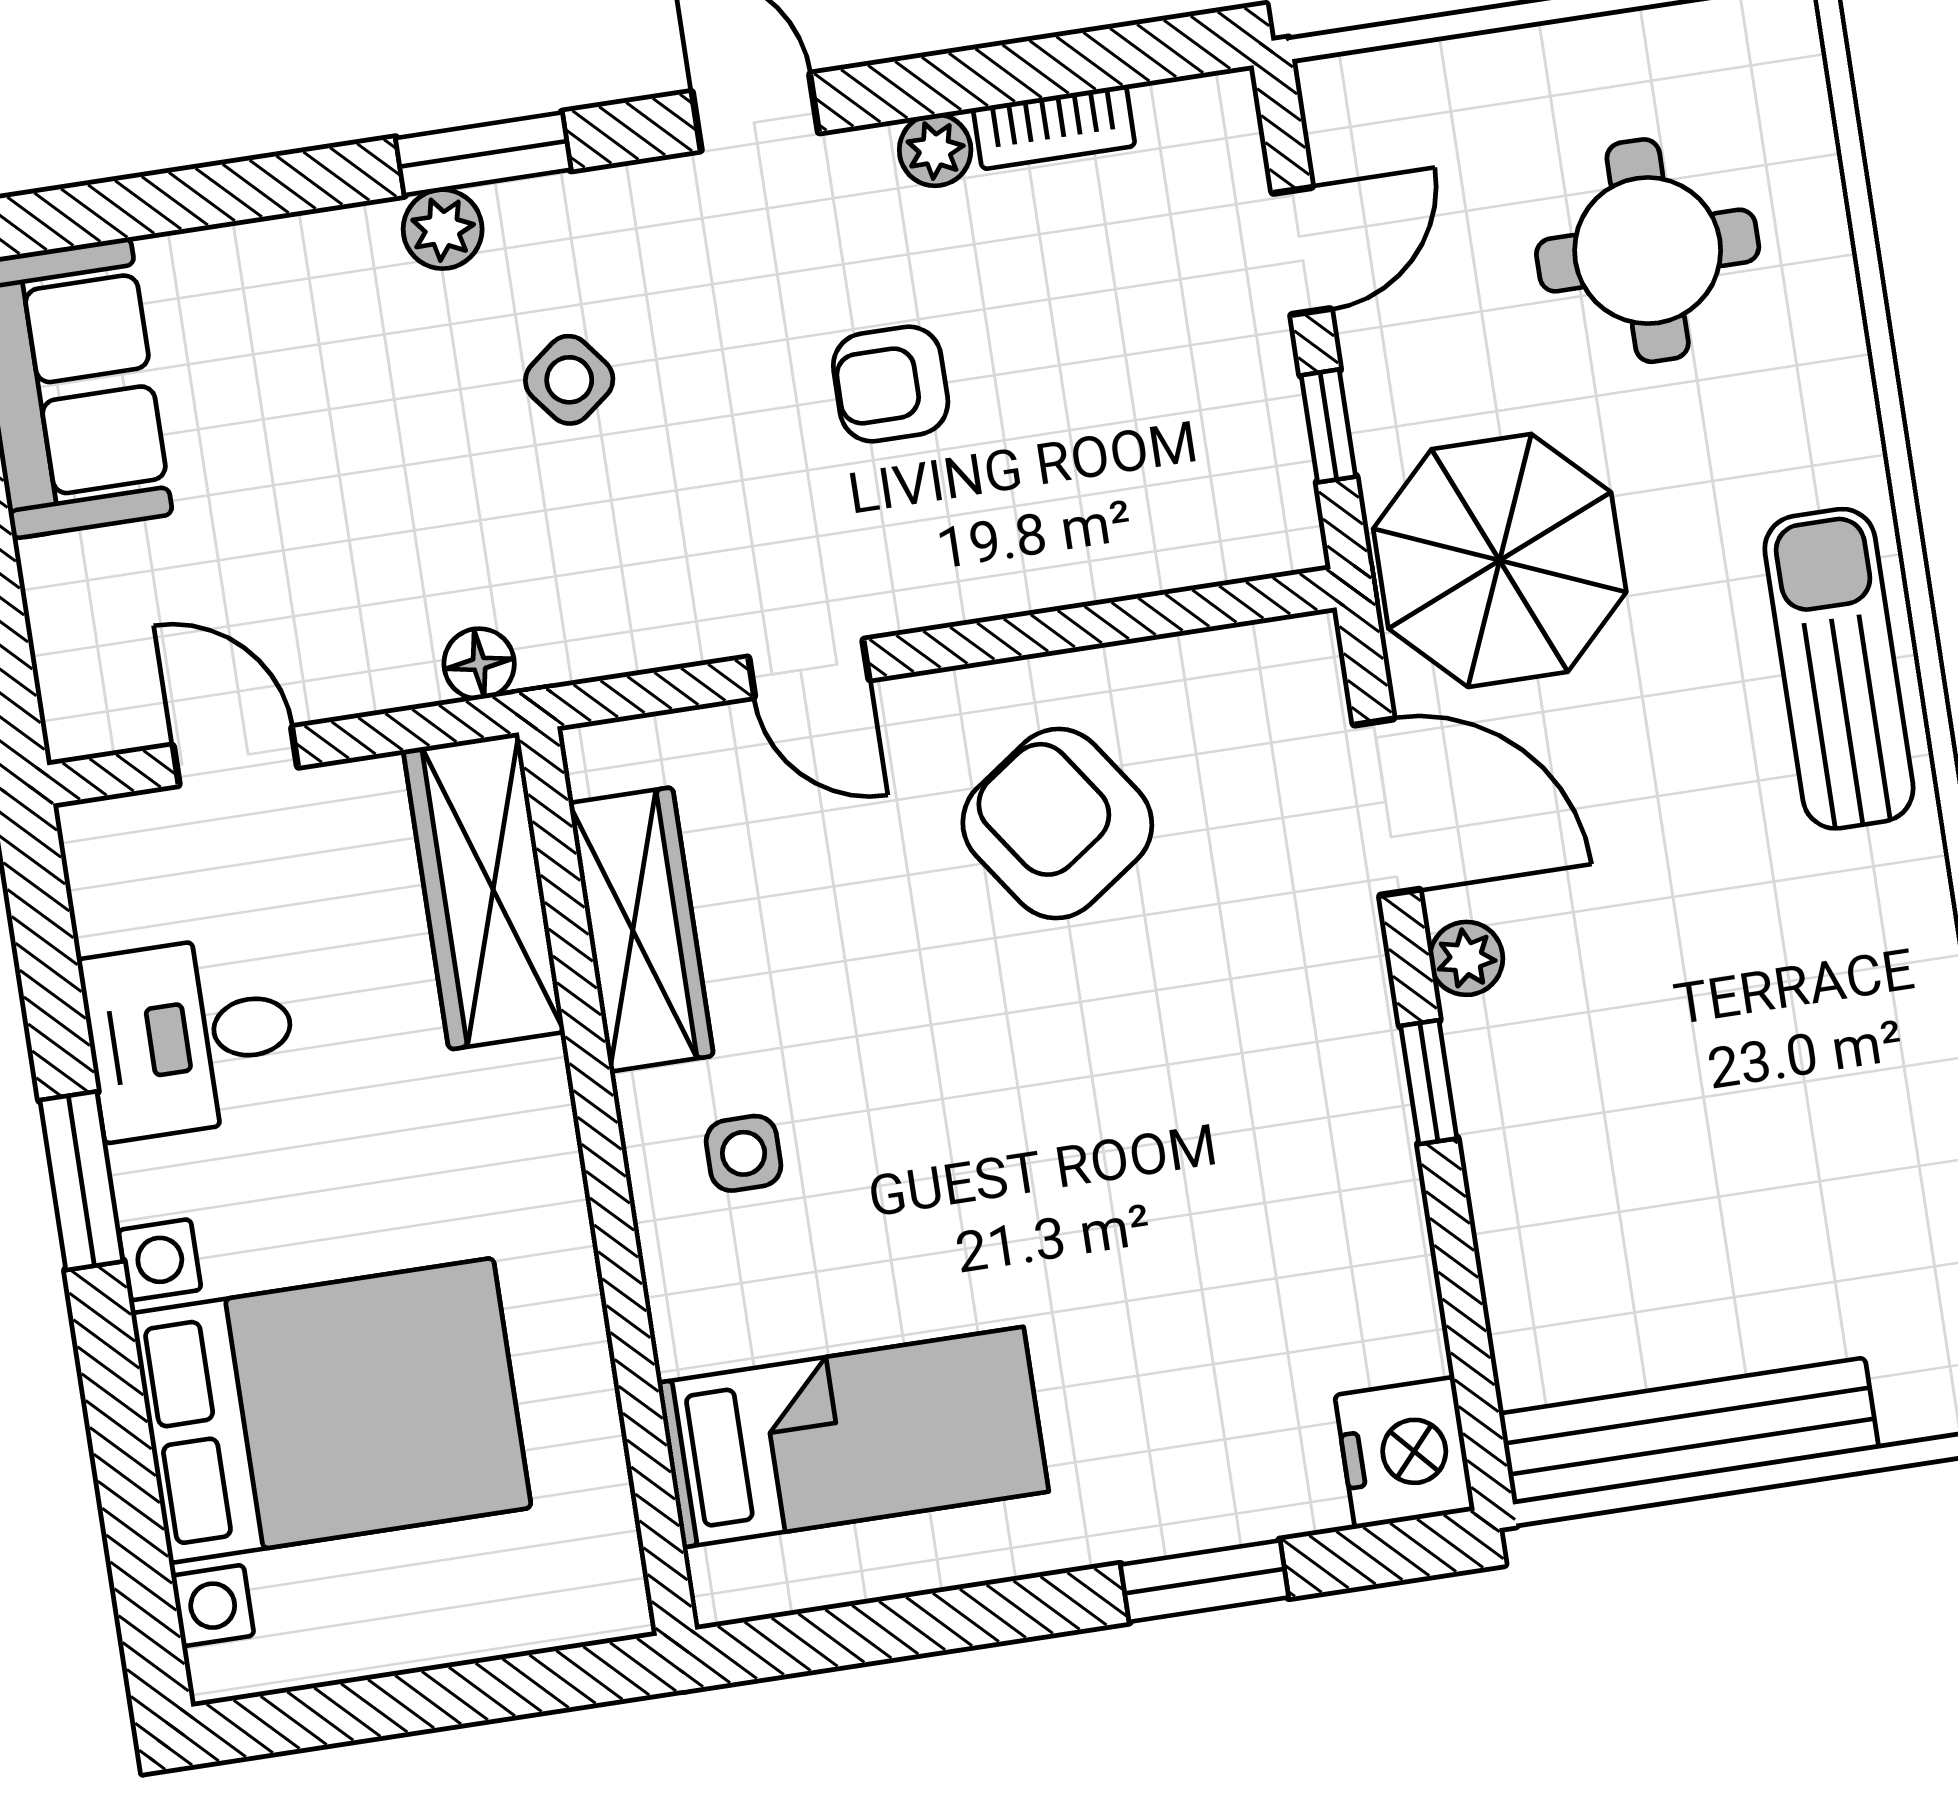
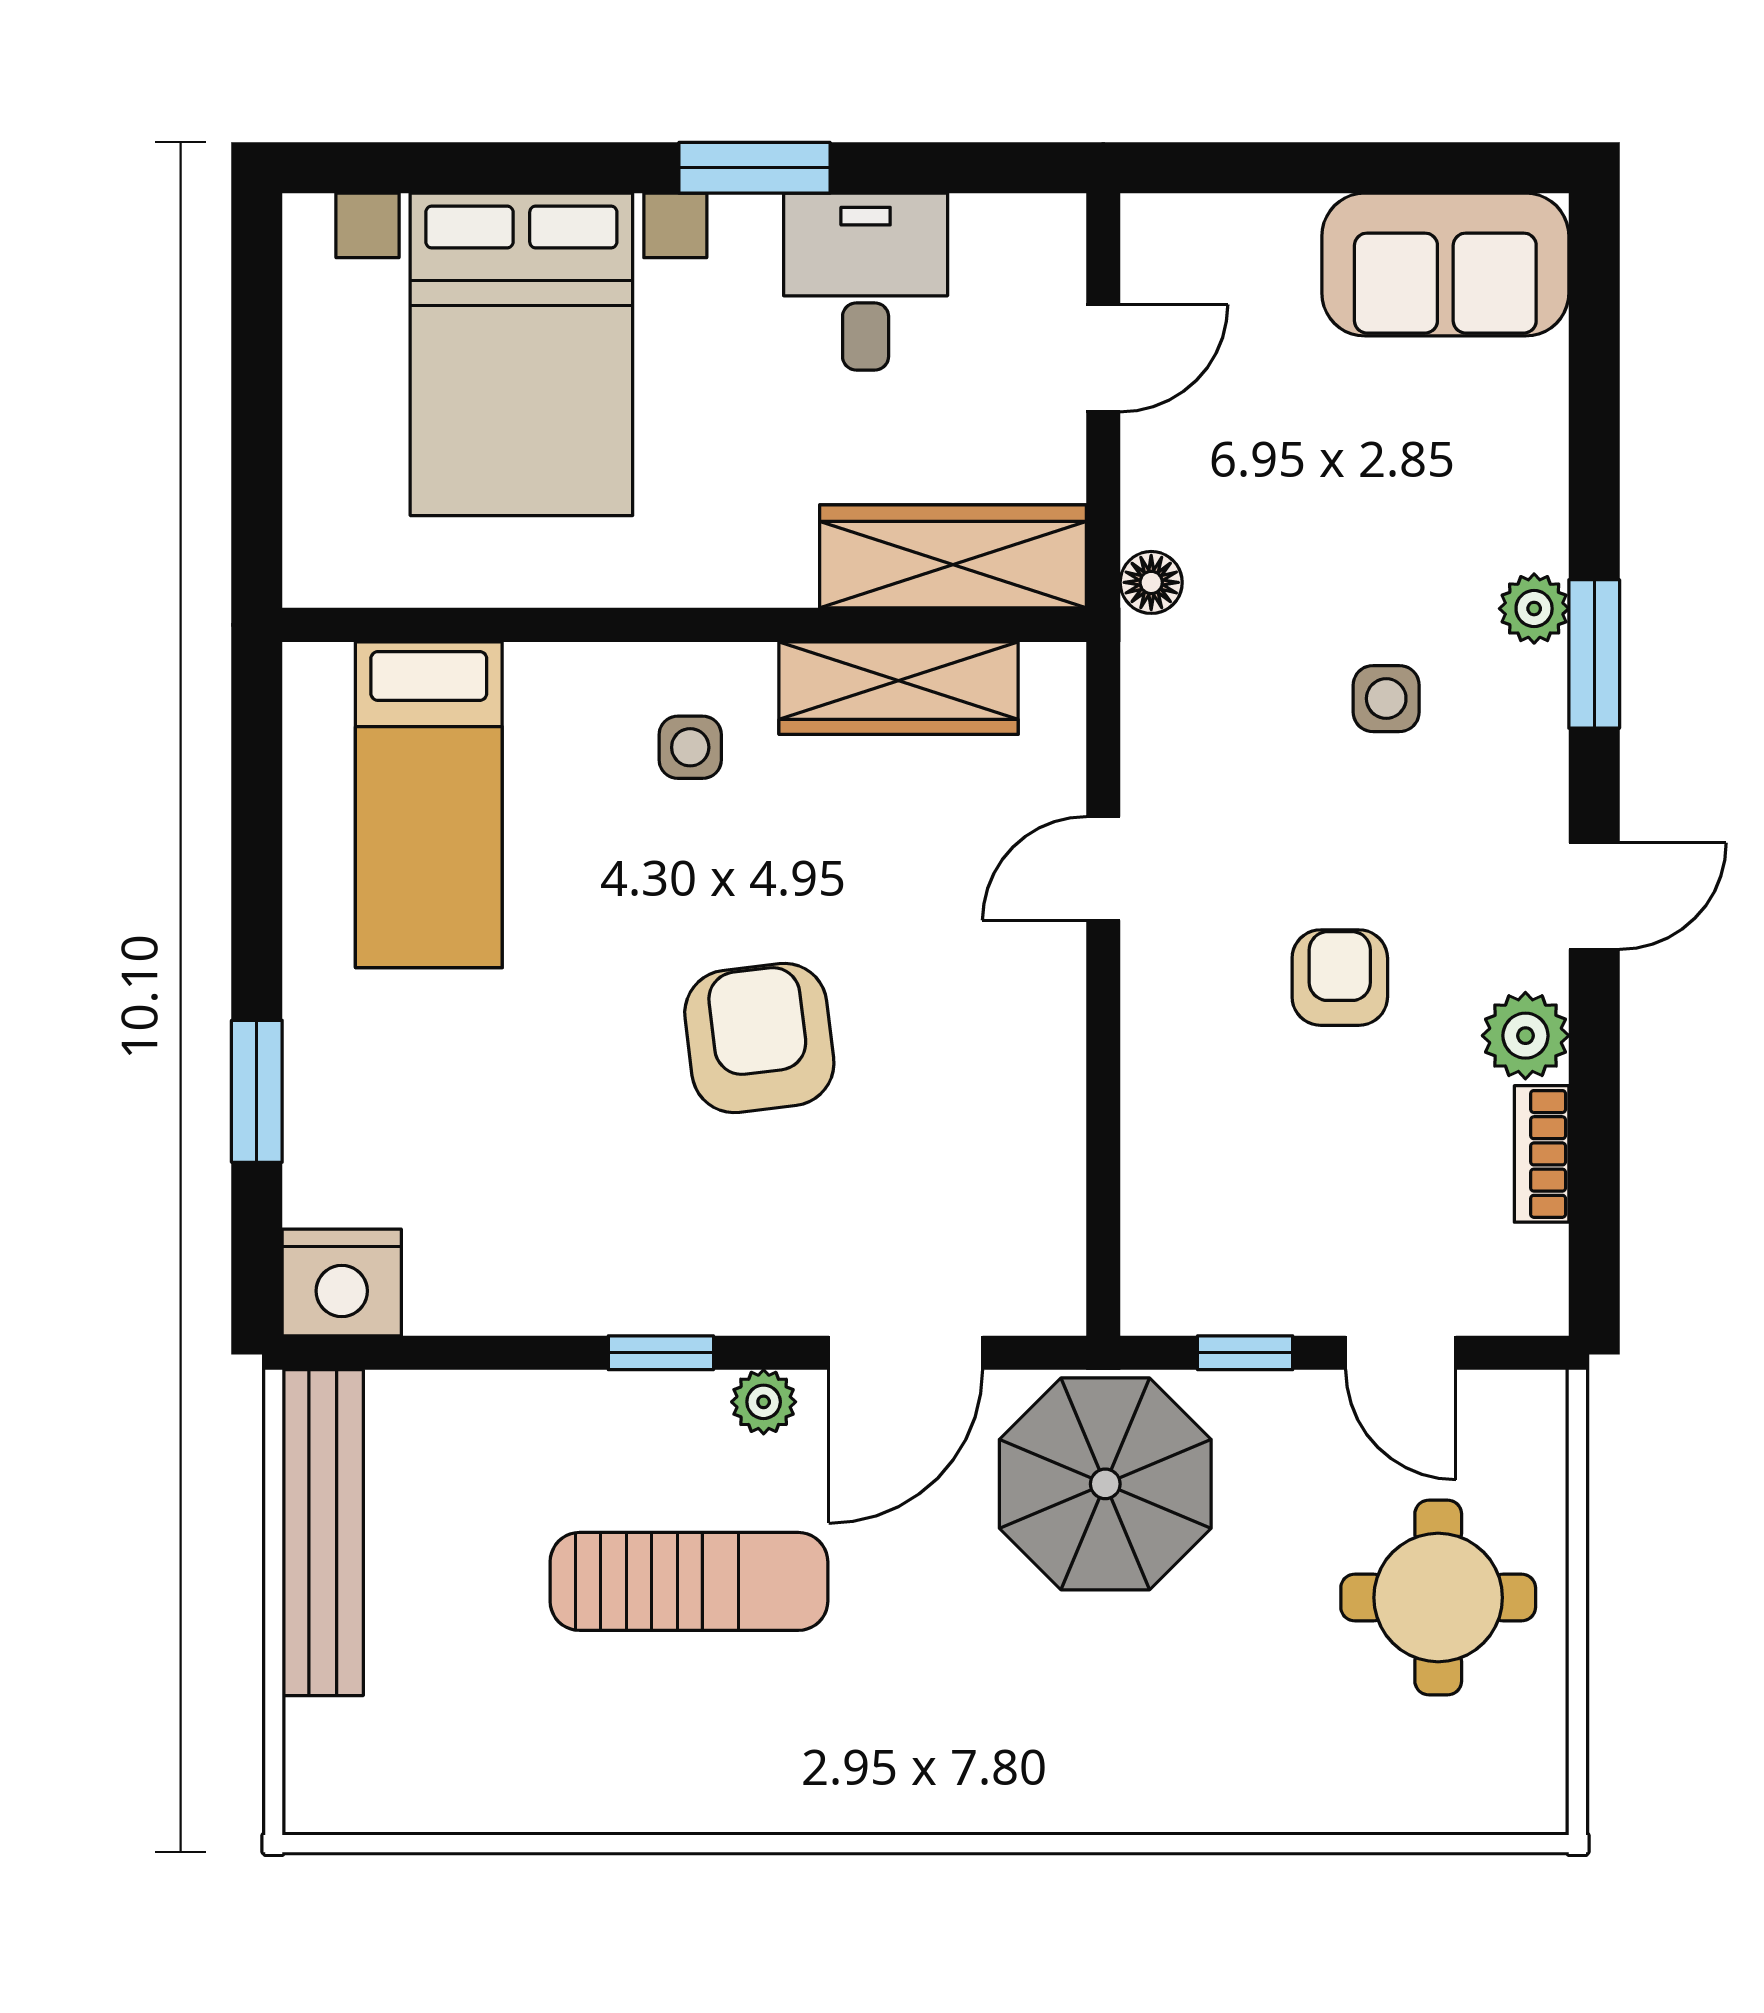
plant: (935, 150) -> (1525, 1036), width x1.38, depth x1.38
round table: (1648, 251) -> (1438, 1598), moved
side table: (569, 380) -> (1386, 699), turned 38
sun lounger: (1839, 669) -> (689, 1581), moved
armchair: (1057, 824) -> (759, 1038), moved, turned -62

